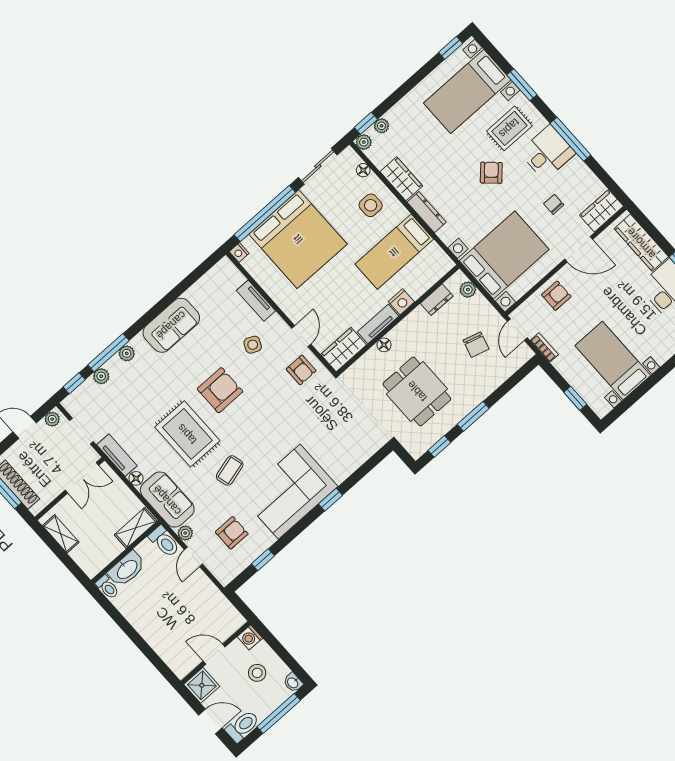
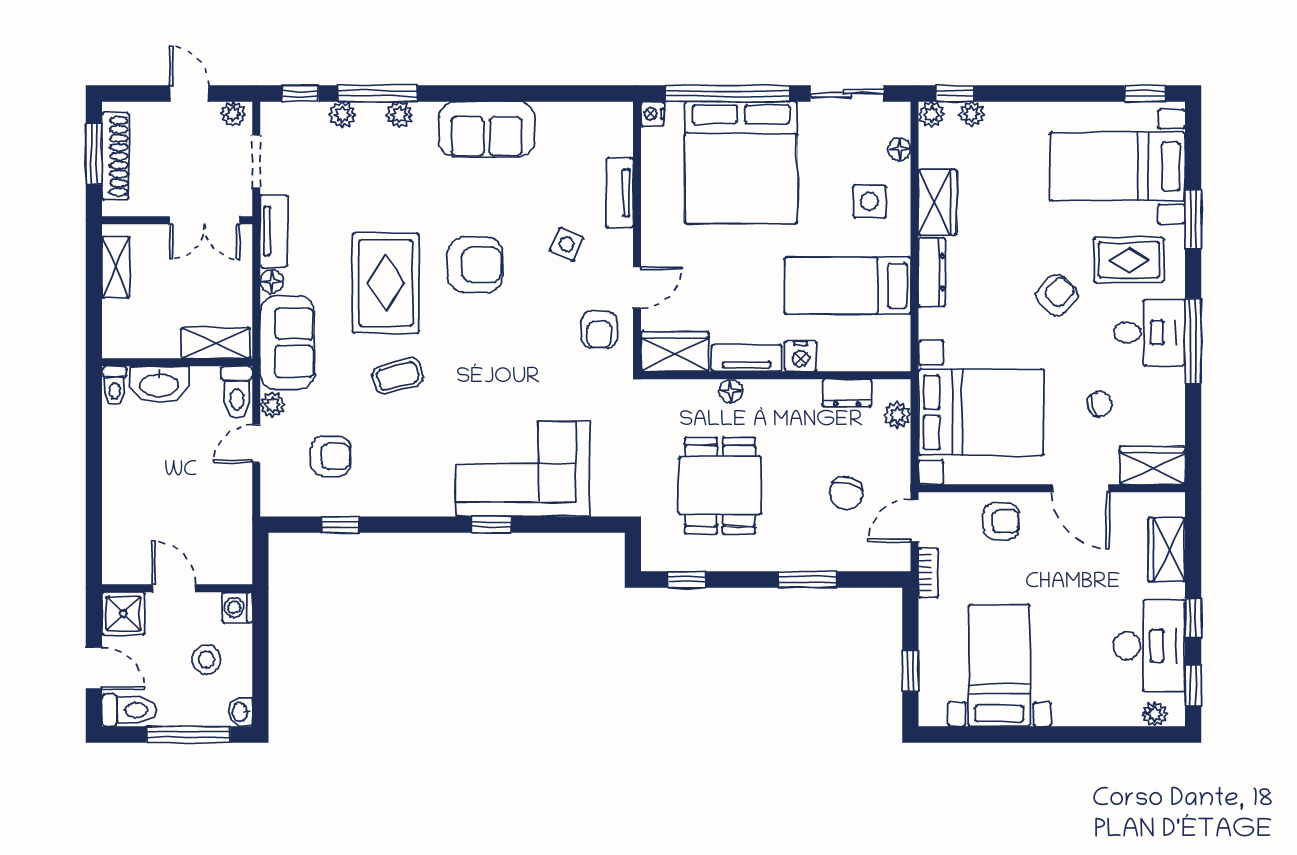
chair: (554, 204) -> (1100, 404), turned 70
wardrobe: (641, 243) -> (1167, 550), width x0.67
window: (473, 416) -> (808, 580), moved
corner sofa: (289, 492) -> (522, 469), moved

